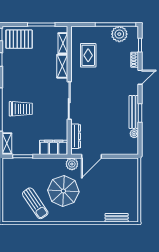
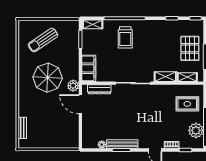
pallet: (19, 39) -> (190, 48), moved
rug: (88, 55) -> (187, 104), moved
sun lounger: (35, 203) -> (43, 40), moved

